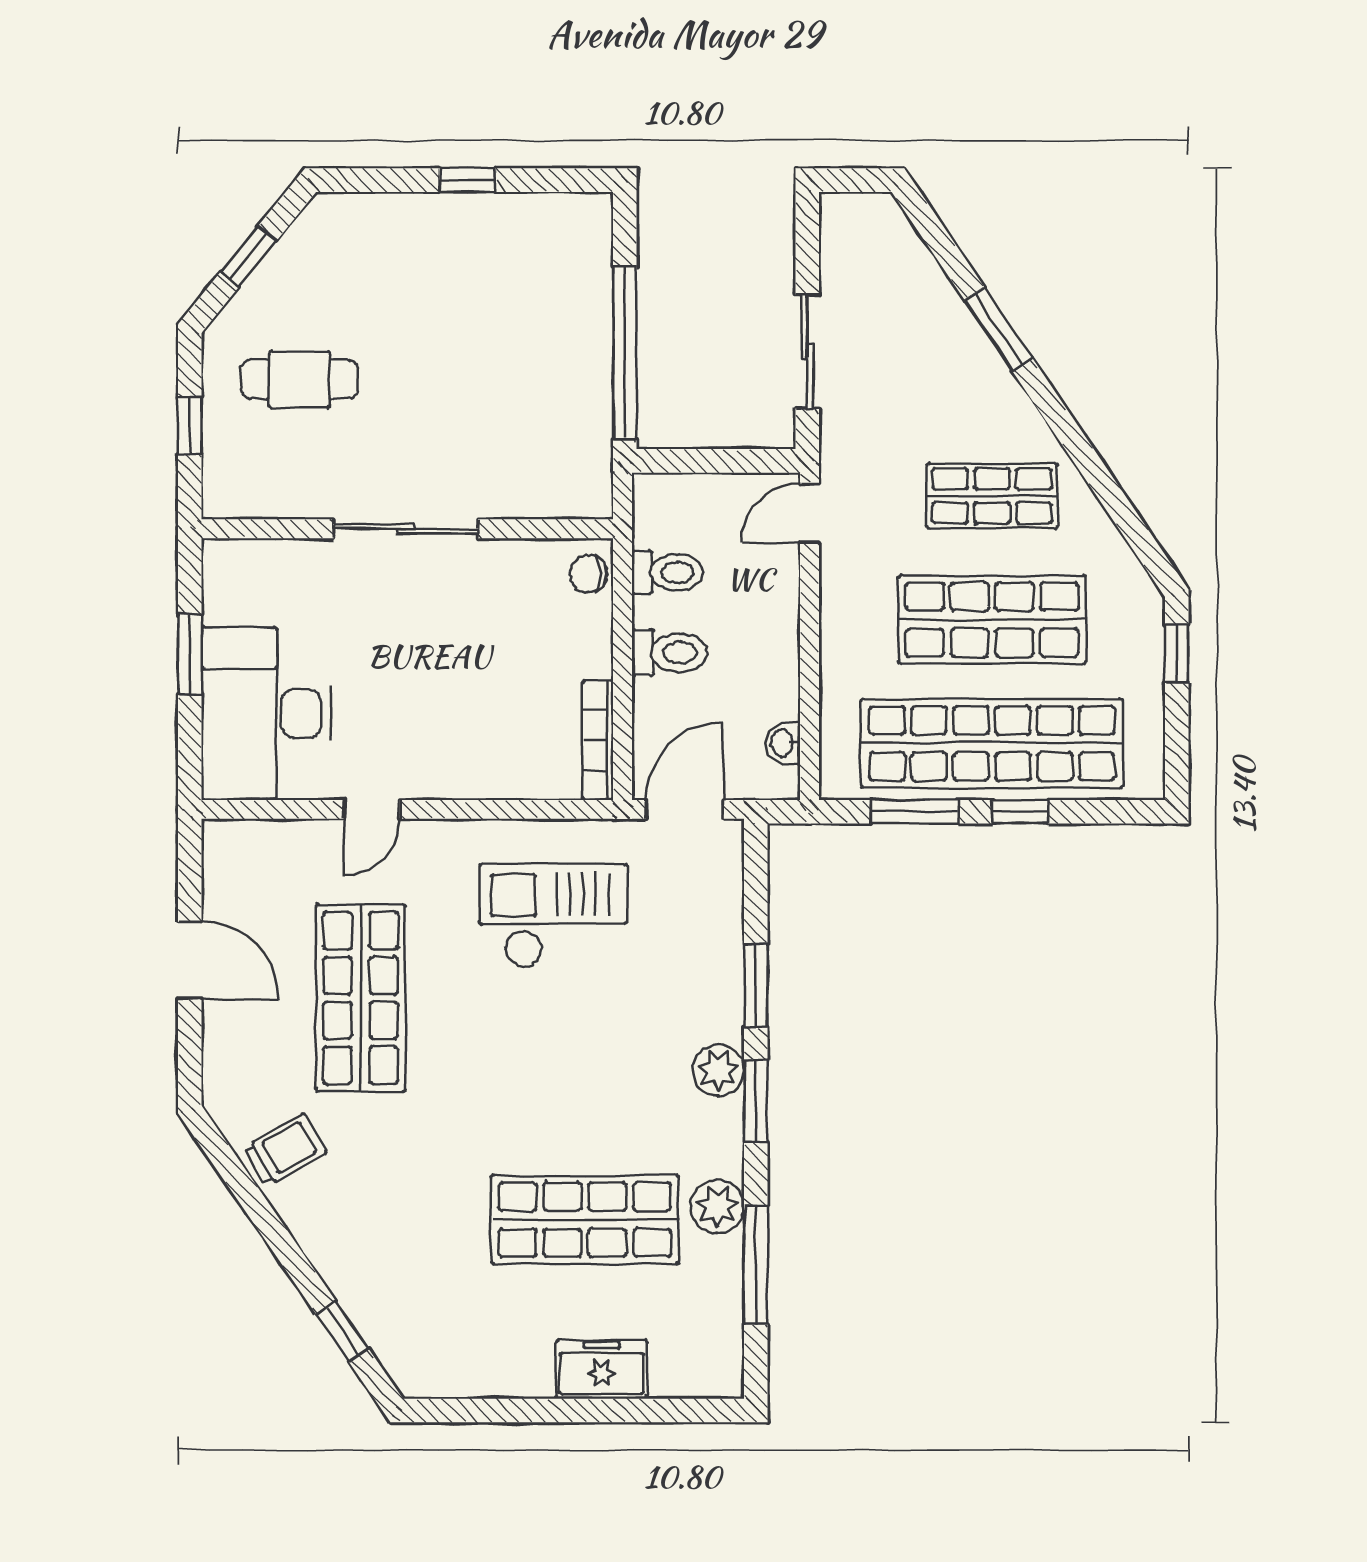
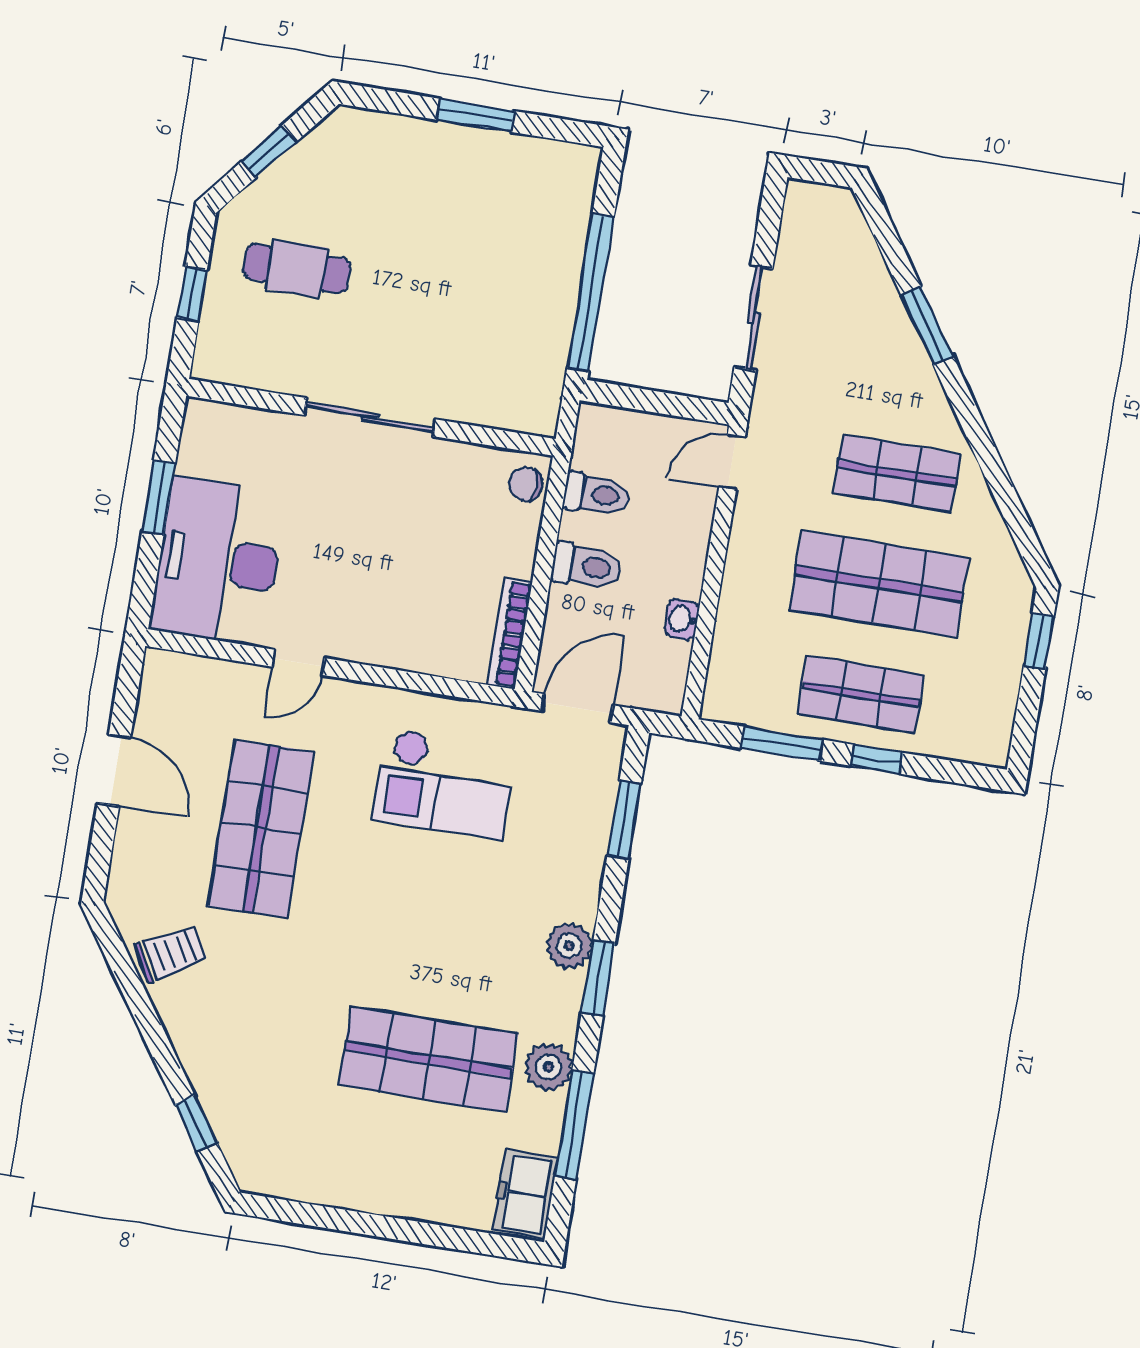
window: (467, 180) -> (475, 115), width x1.50
washbasin: (783, 743) -> (682, 619), moved
shop shelf: (992, 743) -> (861, 694), width x0.50, depth x0.74
checkout: (553, 916) -> (445, 784), turned 180
window: (756, 986) -> (624, 820), moved
freezer: (602, 1369) -> (525, 1194), moved, turned -90

